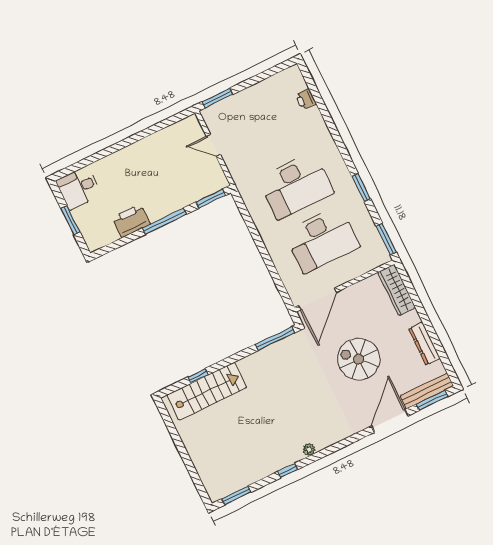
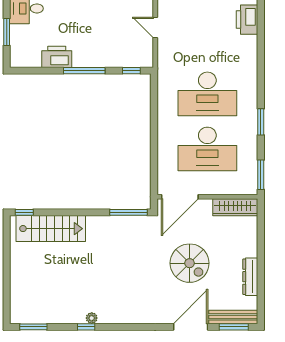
printer: (306, 99) -> (247, 20), width x1.87, depth x1.48
window: (211, 199) -> (131, 71), width x0.67
wardrobe: (397, 290) -> (235, 207), moved, turned -90
spiral stairs: (359, 359) -> (190, 263), turned 180
window: (198, 376) -> (24, 212), moved
plant: (309, 450) -> (92, 318), moved

